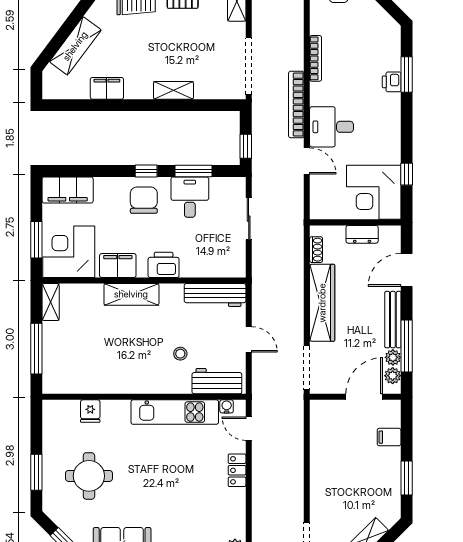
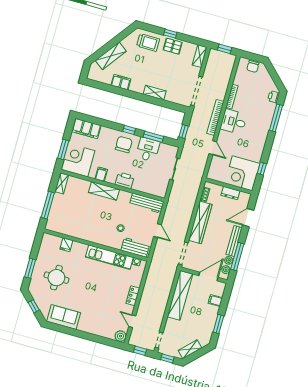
window: (407, 75) -> (276, 118), width x1.44
printer: (392, 82) -> (274, 97), moved
desk: (332, 127) -> (234, 122), moved
filing cabinet: (118, 266) -> (101, 174), width x0.50
door: (249, 429) -> (132, 321), moved
shelving: (322, 446) -> (180, 295), added

